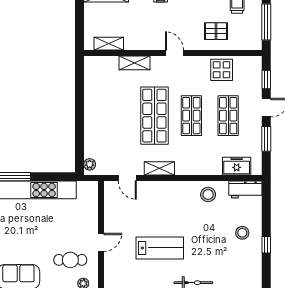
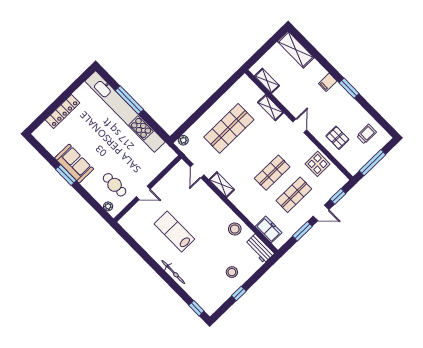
shop shelf: (154, 116) -> (229, 128), moved
lab bench: (160, 248) -> (174, 231), turned 180

